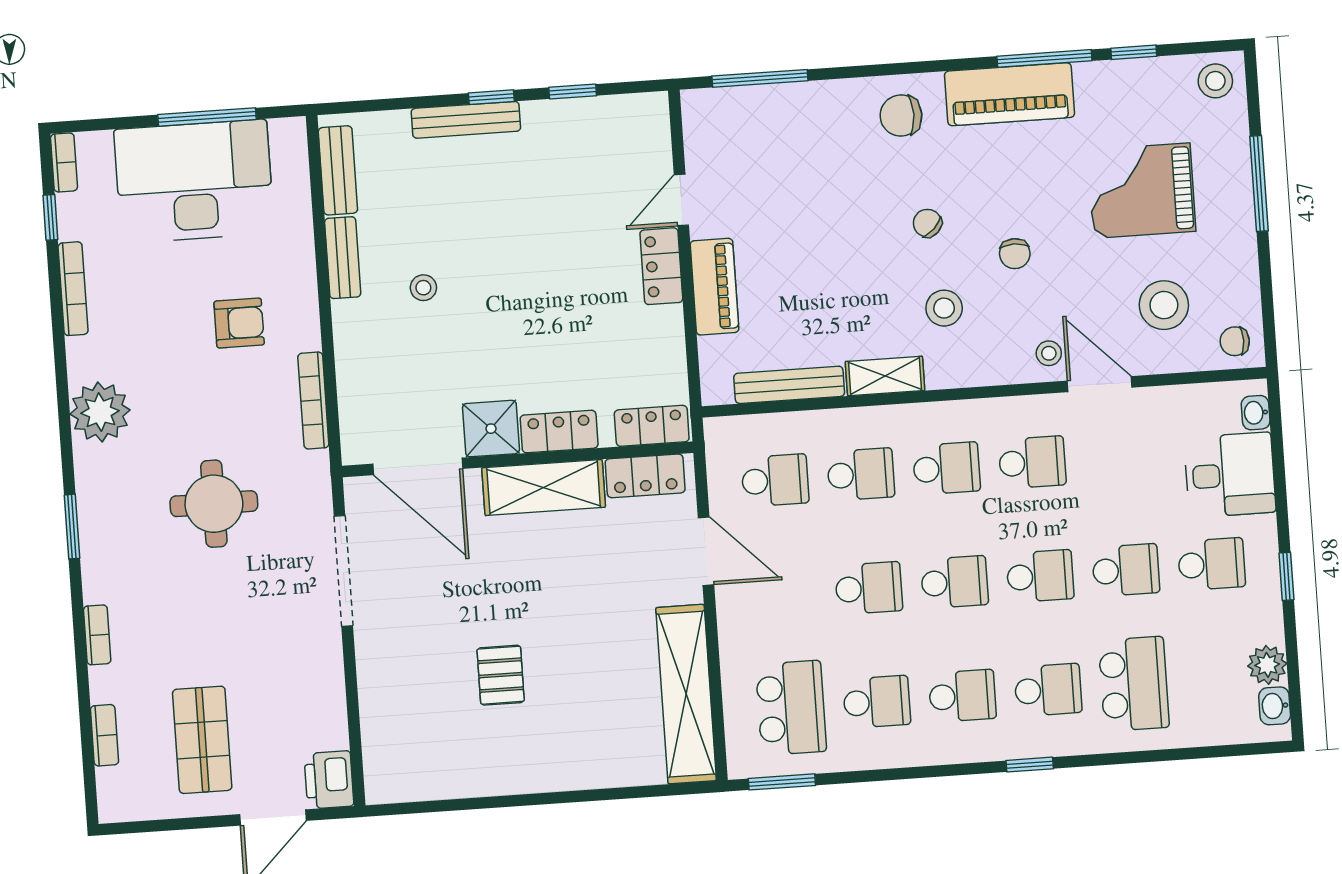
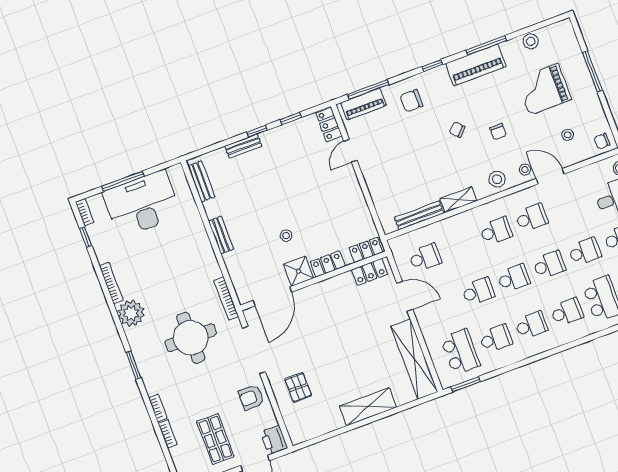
window: (1134, 52) -> (432, 66), moved
stool: (1215, 81) -> (531, 41), moved
chair: (901, 116) -> (411, 101), moved
window: (207, 117) -> (123, 181), moved
bench: (466, 120) -> (243, 146), width x0.73
bench: (343, 258) -> (221, 235), moved
locker: (661, 266) -> (329, 125), moved
piano: (714, 287) -> (363, 104), moved, turned 90
stool: (423, 288) -> (286, 236), moved
bookcase: (73, 289) -> (111, 283), moved
stool: (1164, 305) -> (568, 135), width x0.53, depth x0.53
stool: (944, 308) -> (497, 179), moved
armchair: (239, 323) -> (251, 397), moved, turned 180
bookcase: (313, 401) -> (226, 298), moved
door: (418, 466) -> (272, 296), hinge flipped
school desk: (861, 474) -> (461, 244), removed
shelving: (544, 487) -> (368, 407), moved
round table: (214, 504) -> (191, 338), width x1.36, depth x1.36
pallet: (501, 675) -> (298, 387), moved
bookcase: (104, 735) -> (168, 434), moved
window: (1030, 765) -> (568, 346), removed

